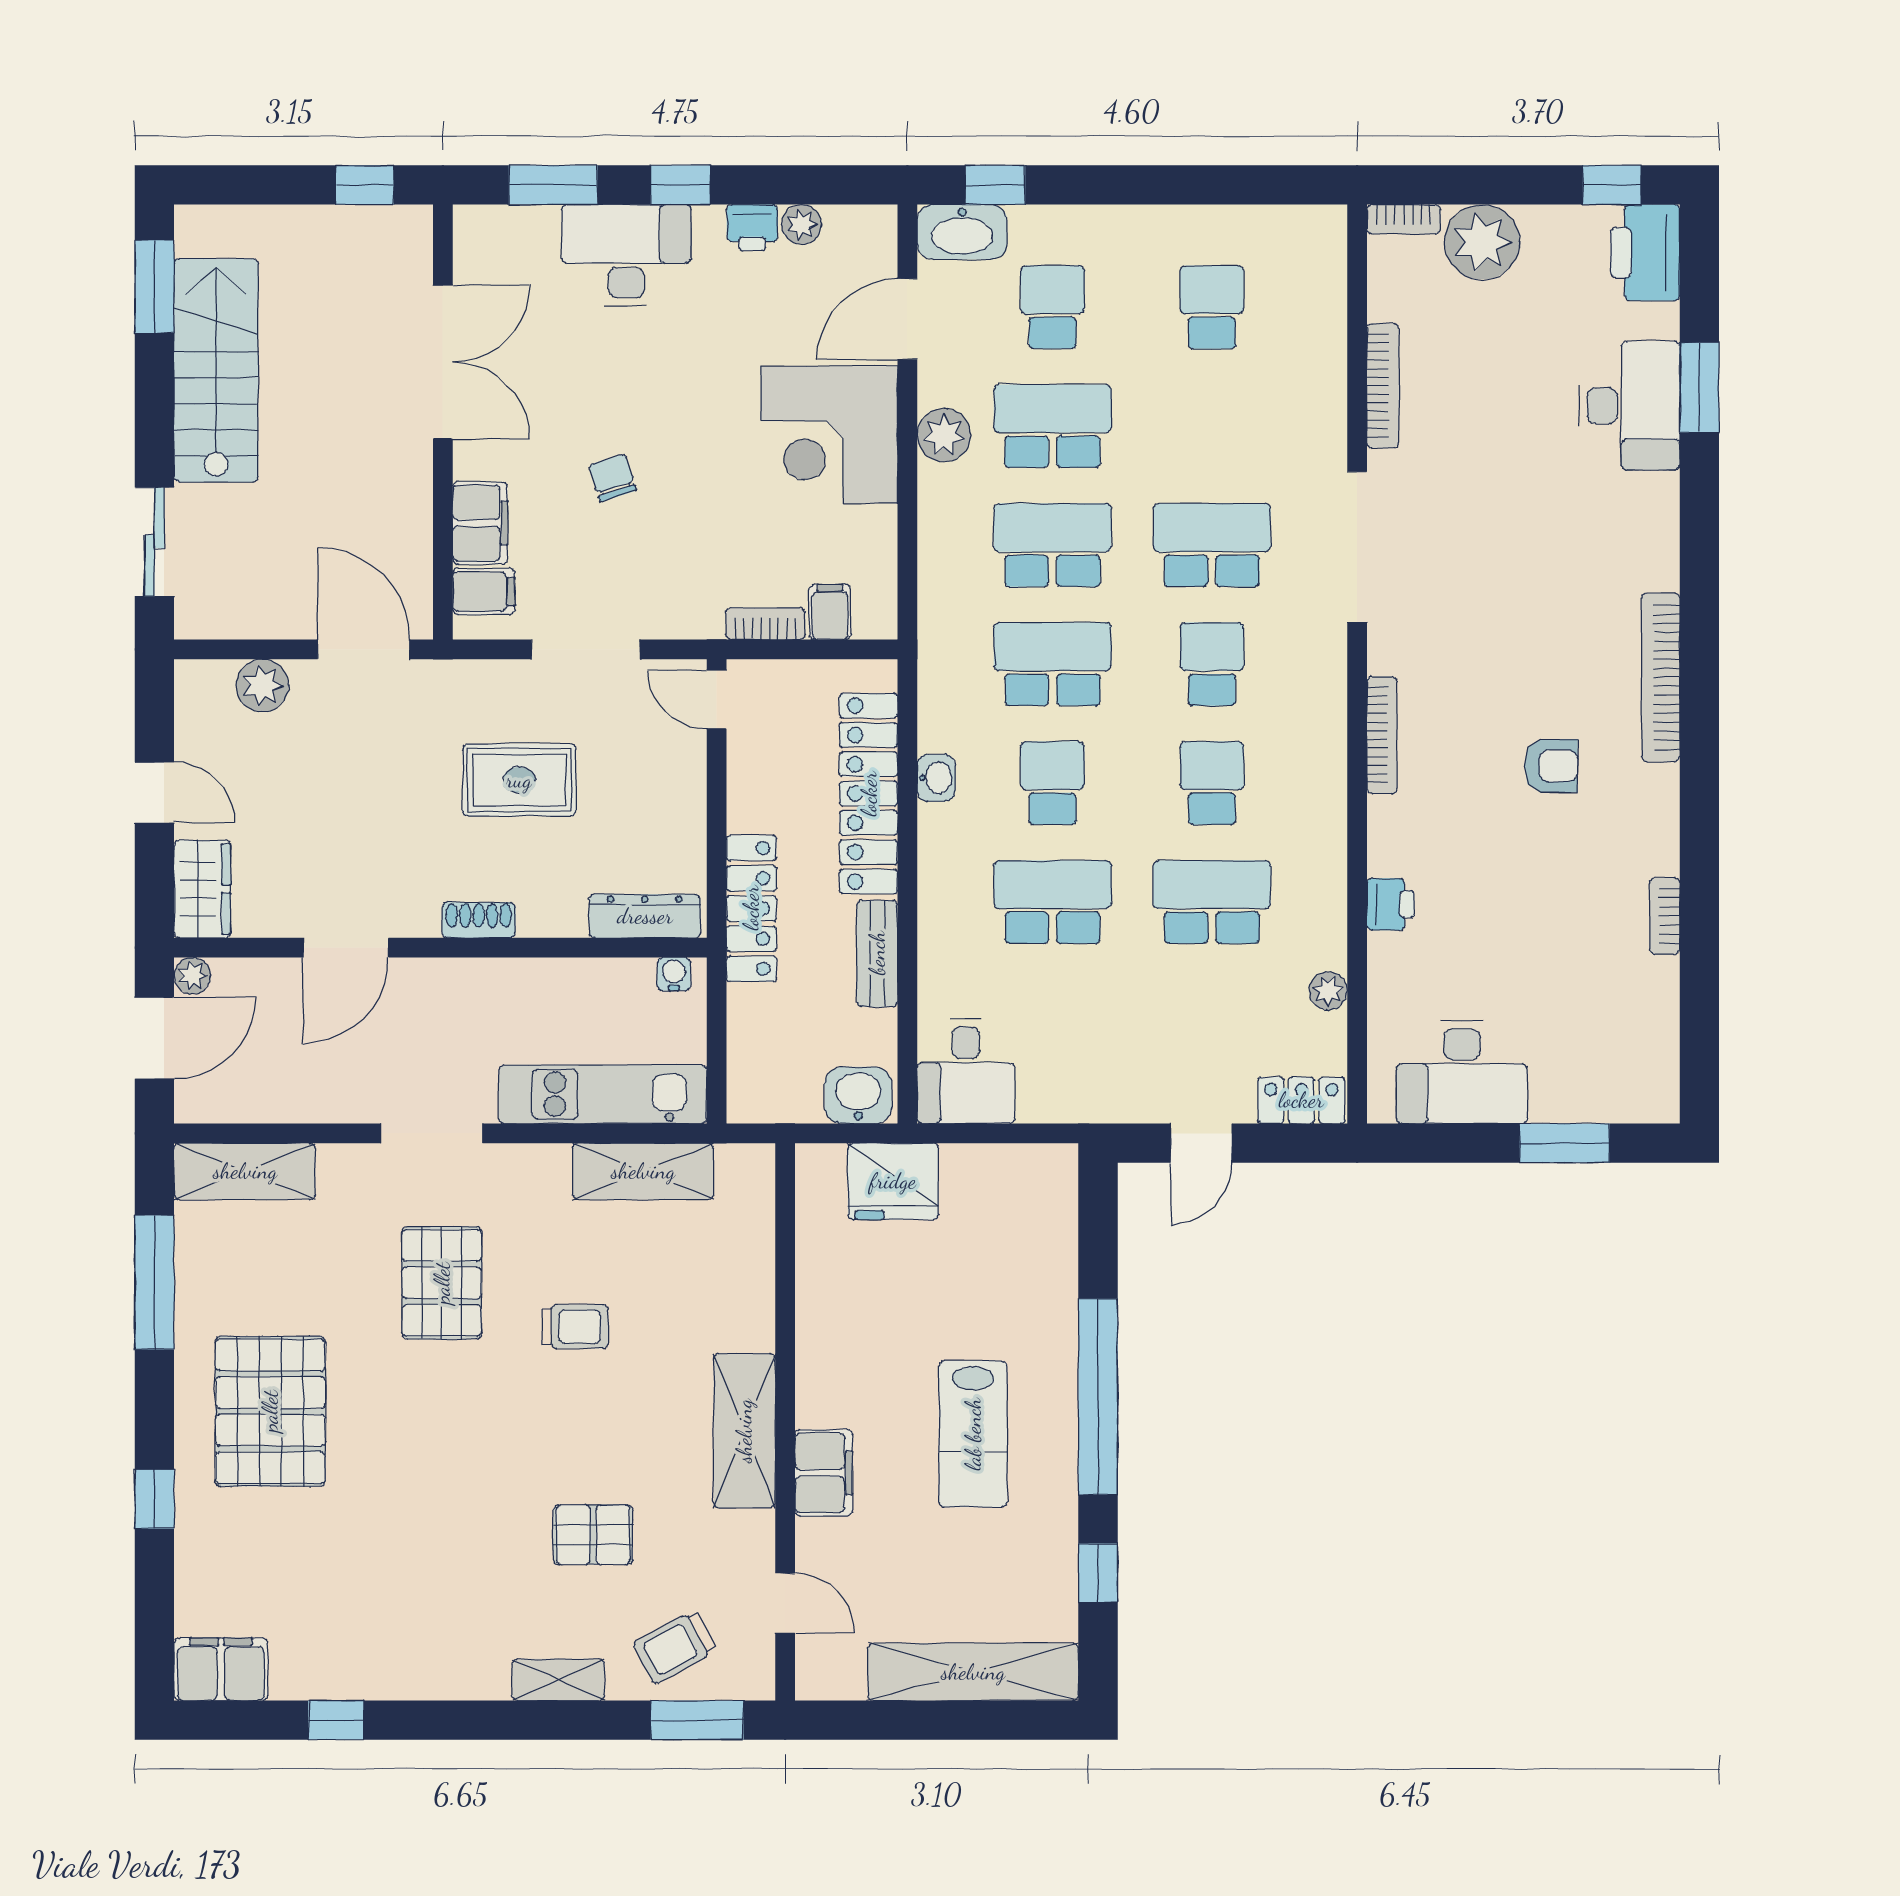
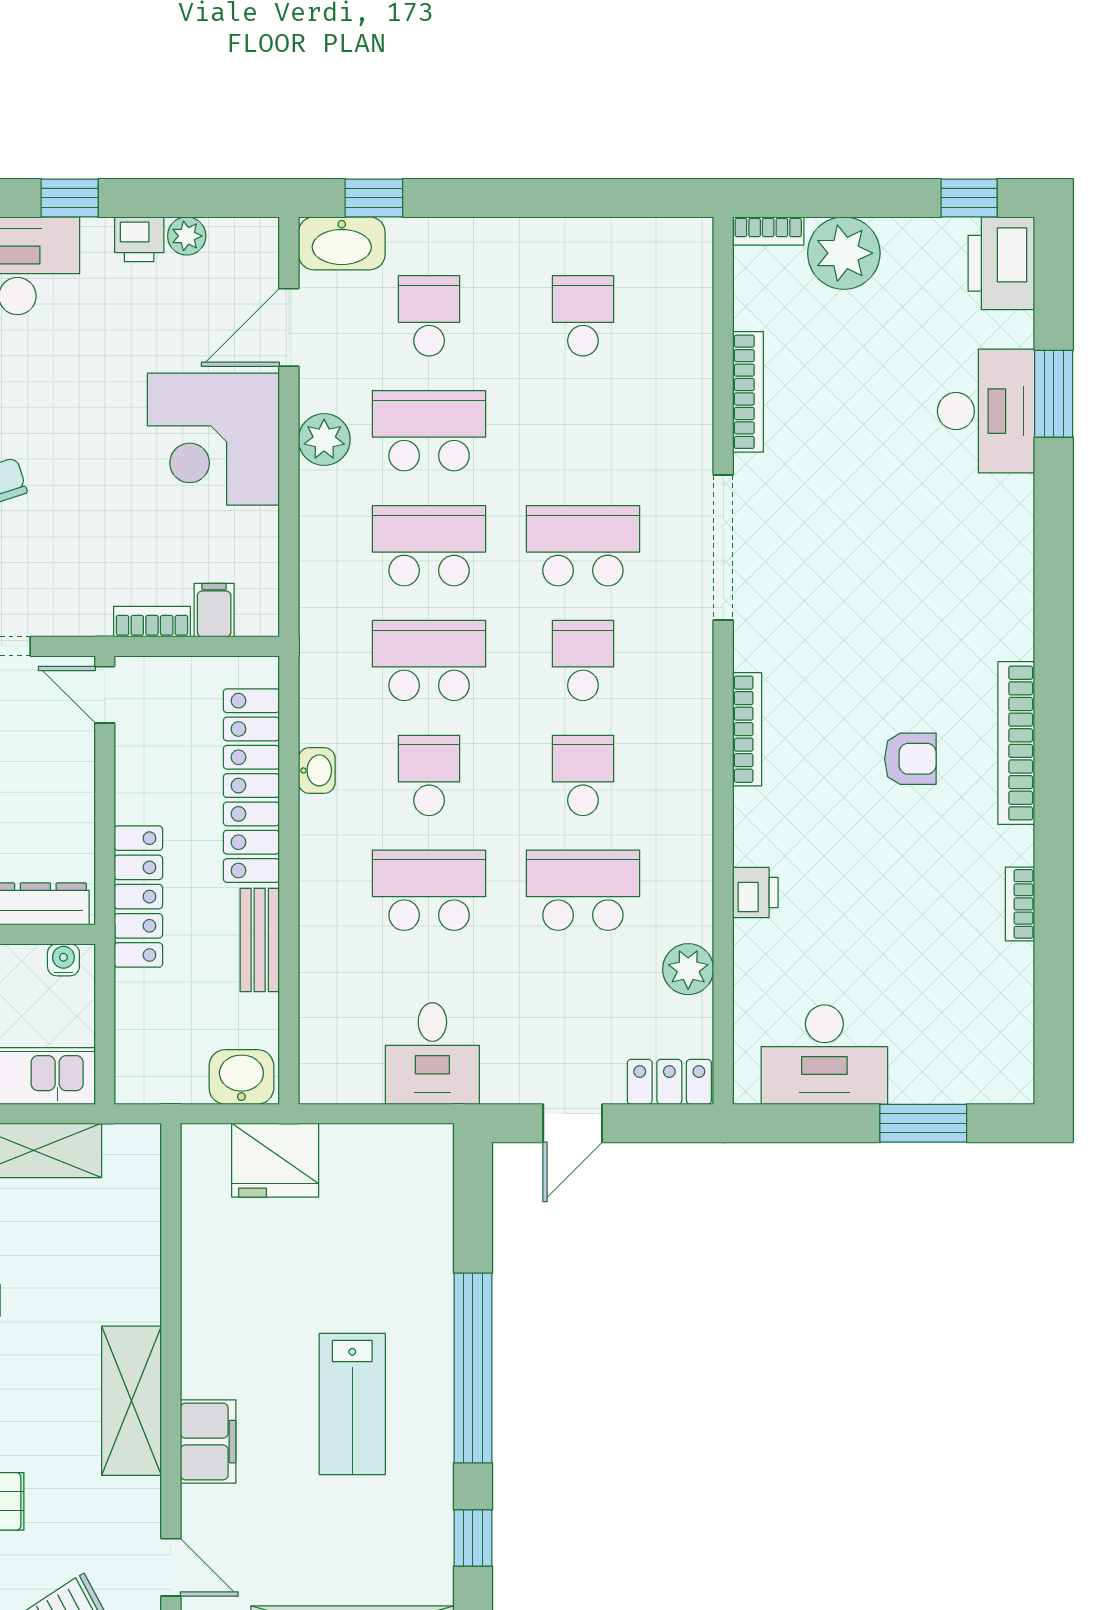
bookcase: (1661, 677) -> (1016, 743), moved
plant: (1328, 991) -> (688, 969), width x1.38, depth x1.38
desk: (966, 1071) -> (432, 1054), moved

